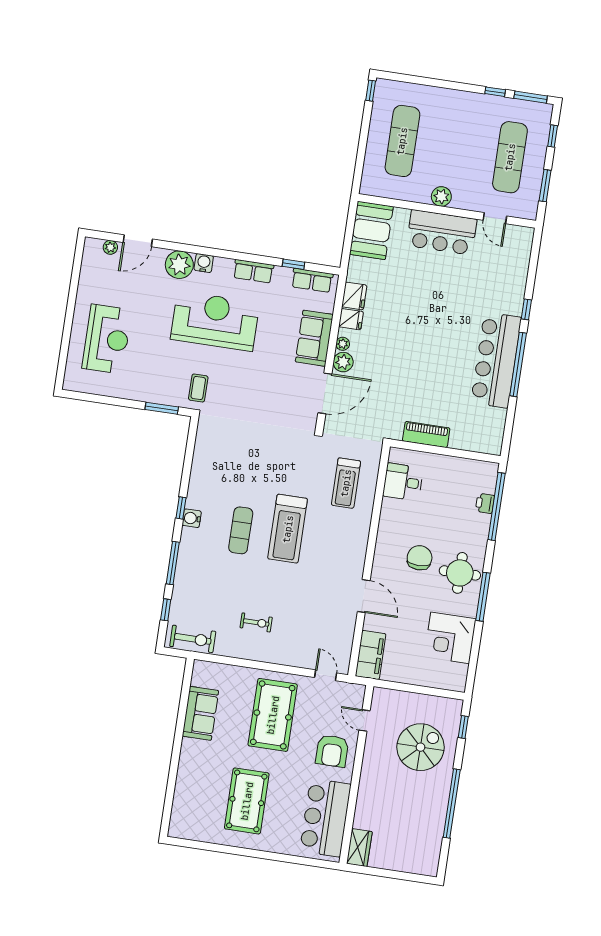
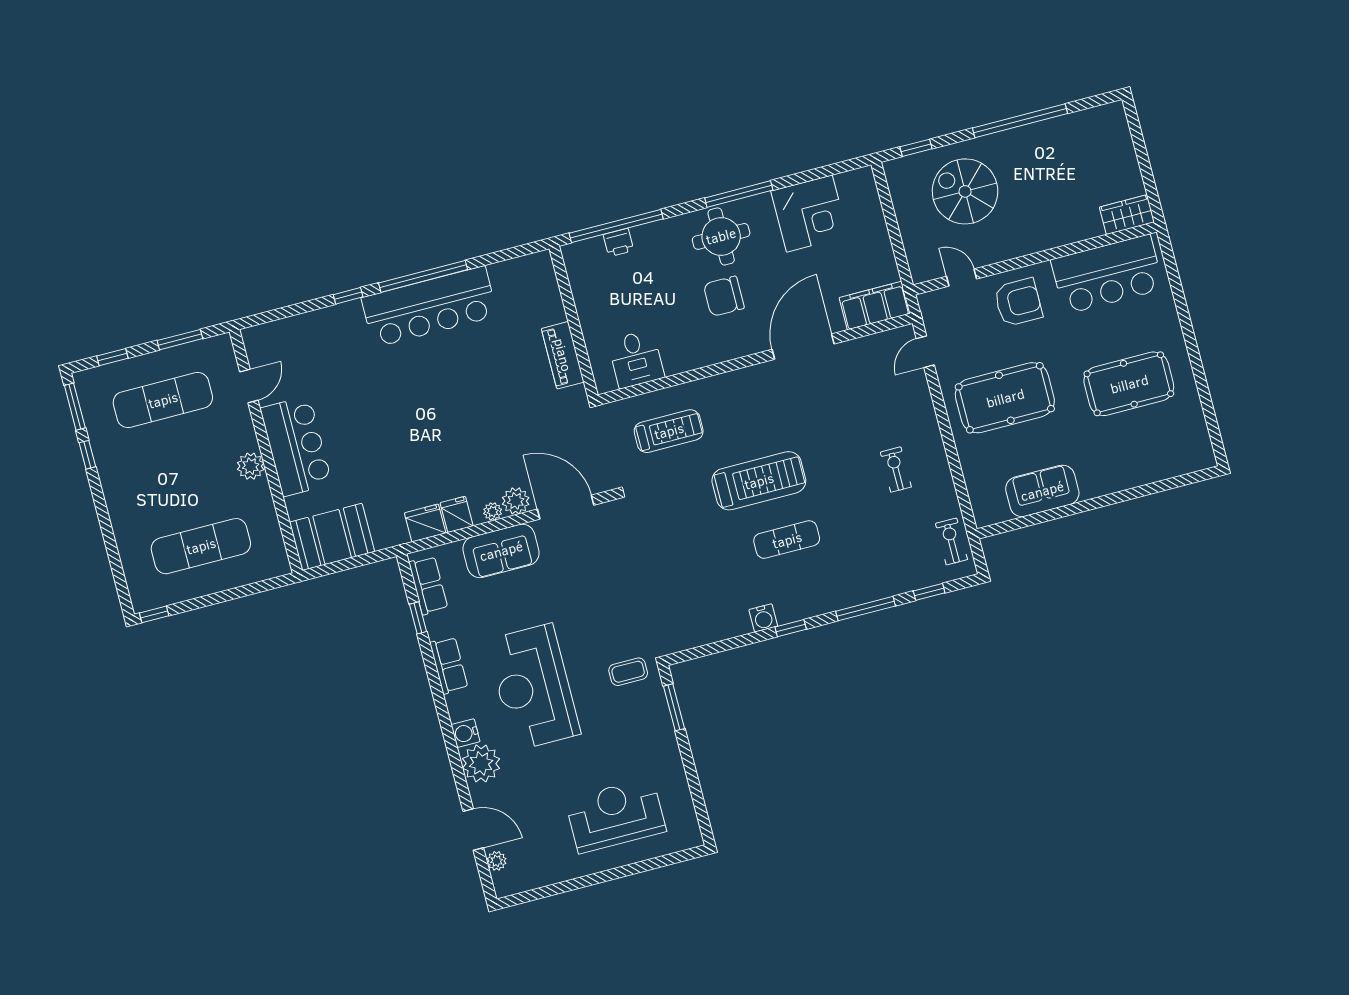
water cooler: (192, 518) -> (763, 618), moved
door: (364, 596) -> (803, 347), width x1.36
exercise bike: (193, 639) -> (951, 541), width x0.73, depth x0.72
door: (364, 720) -> (962, 278), swing flipped

